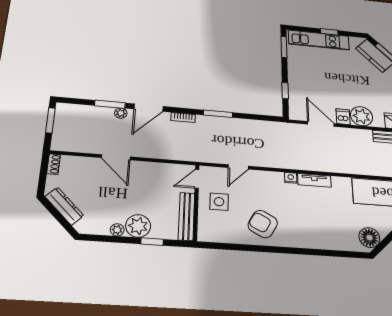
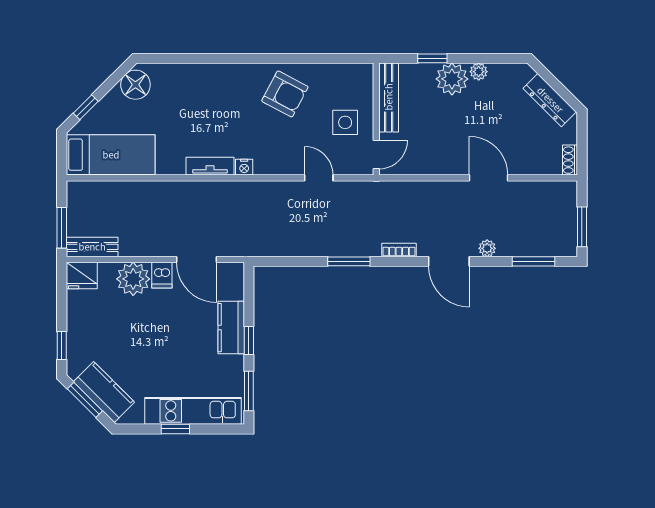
kitchen counter: (296, 83) -> (231, 328), added
window: (285, 91) -> (249, 341), moved
window: (110, 104) -> (533, 261), moved
door: (149, 108) -> (449, 261), swing flipped
door: (238, 167) -> (319, 178), hinge flipped

